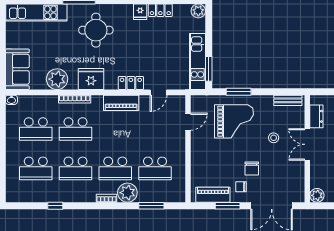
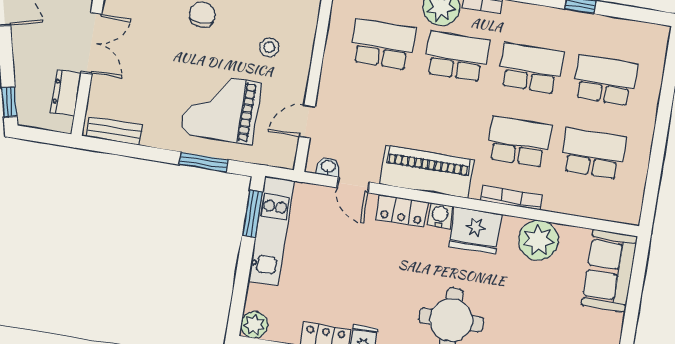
water cooler: (111, 84) -> (440, 216), added
door: (159, 92) -> (353, 185), swing flipped
washbasin: (11, 100) -> (328, 167), moved
piano: (121, 103) -> (427, 172), width x1.37, depth x1.33
stool: (274, 138) -> (269, 47), moved

